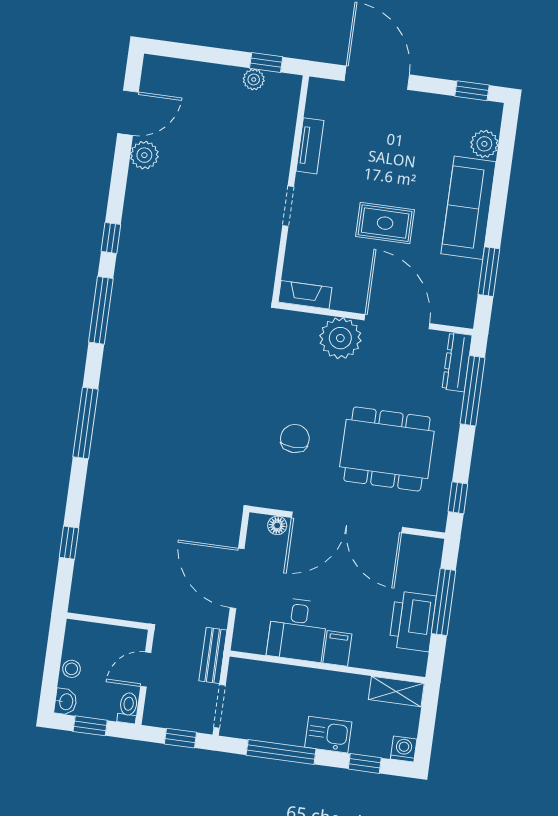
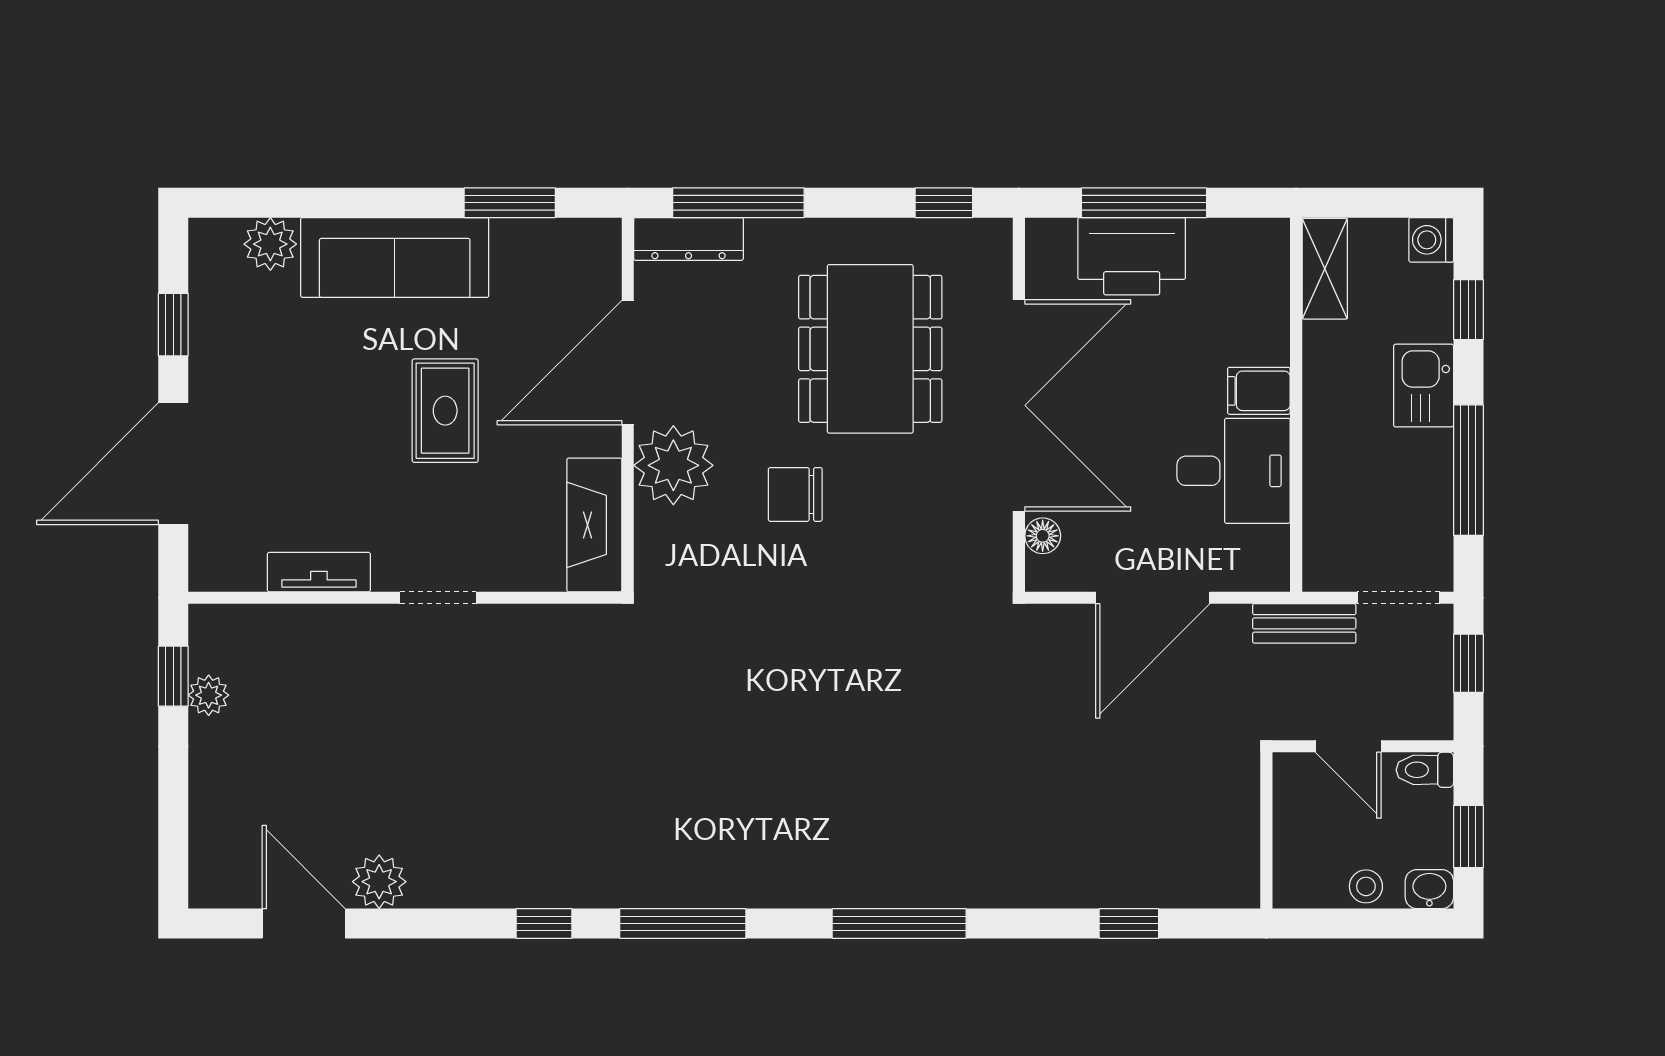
window: (472, 91) -> (173, 325), moved
fireplace: (305, 295) -> (594, 525), width x1.37, depth x1.32
chair: (295, 439) -> (795, 494), moved
printer: (413, 621) -> (1132, 256), moved

